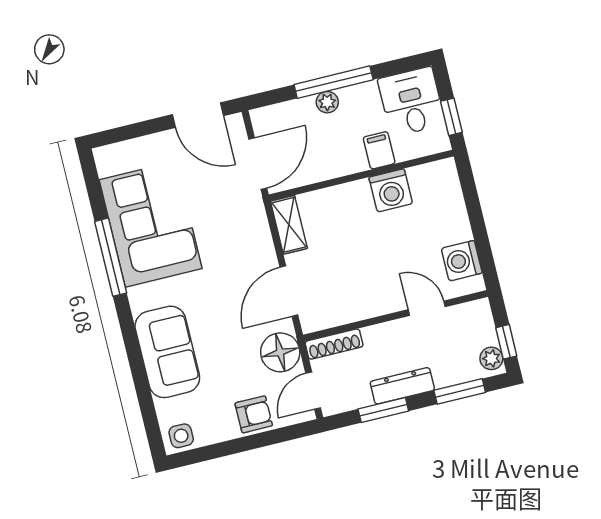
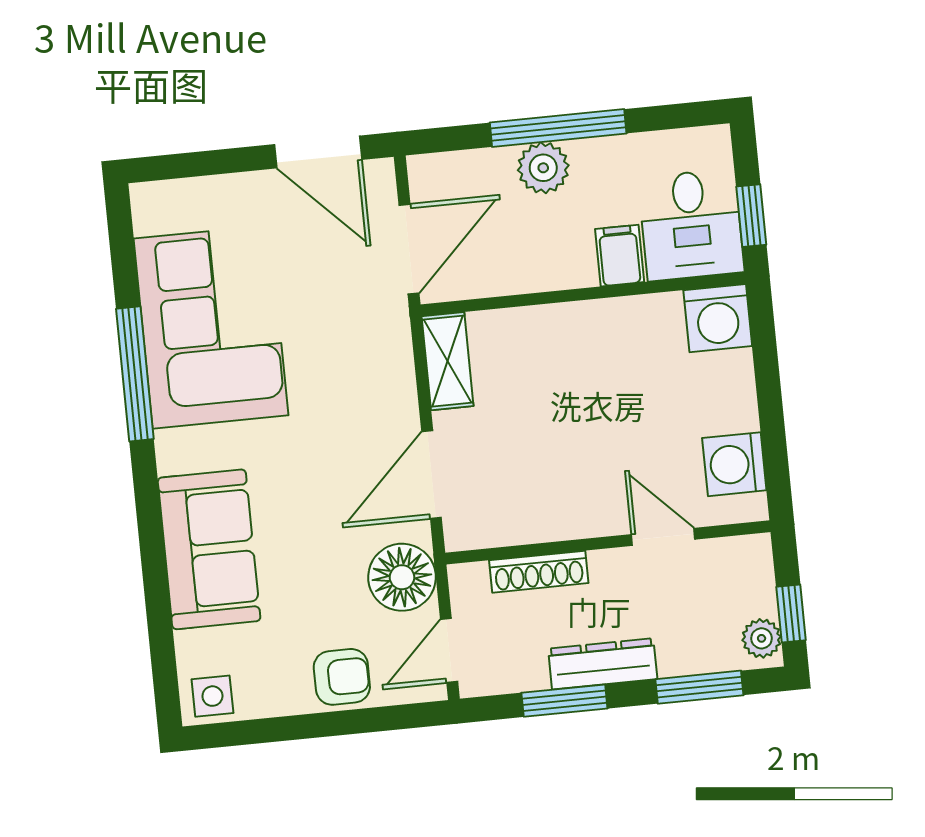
plant: (327, 102) -> (543, 168), width x1.38, depth x1.38
desk: (411, 102) -> (691, 225), moved, turned 180
washing machine: (391, 190) -> (718, 318), moved
shoe rack: (334, 344) -> (539, 572), moved

